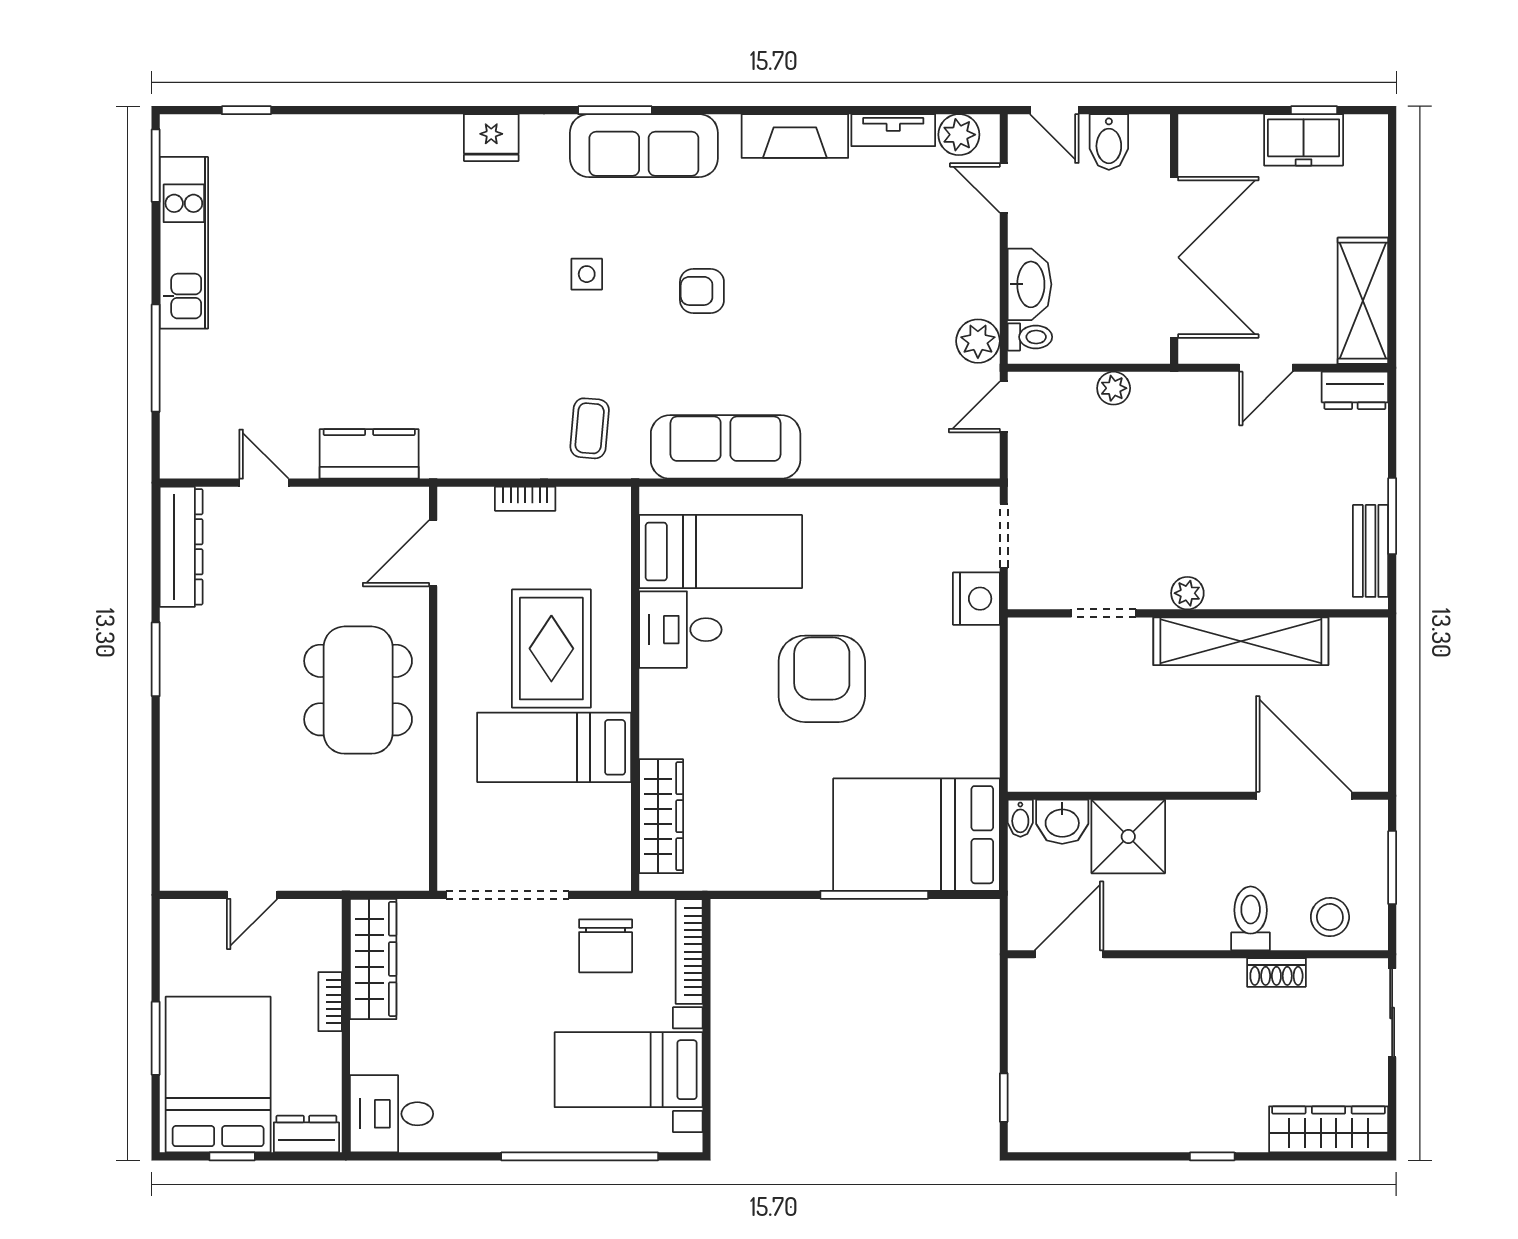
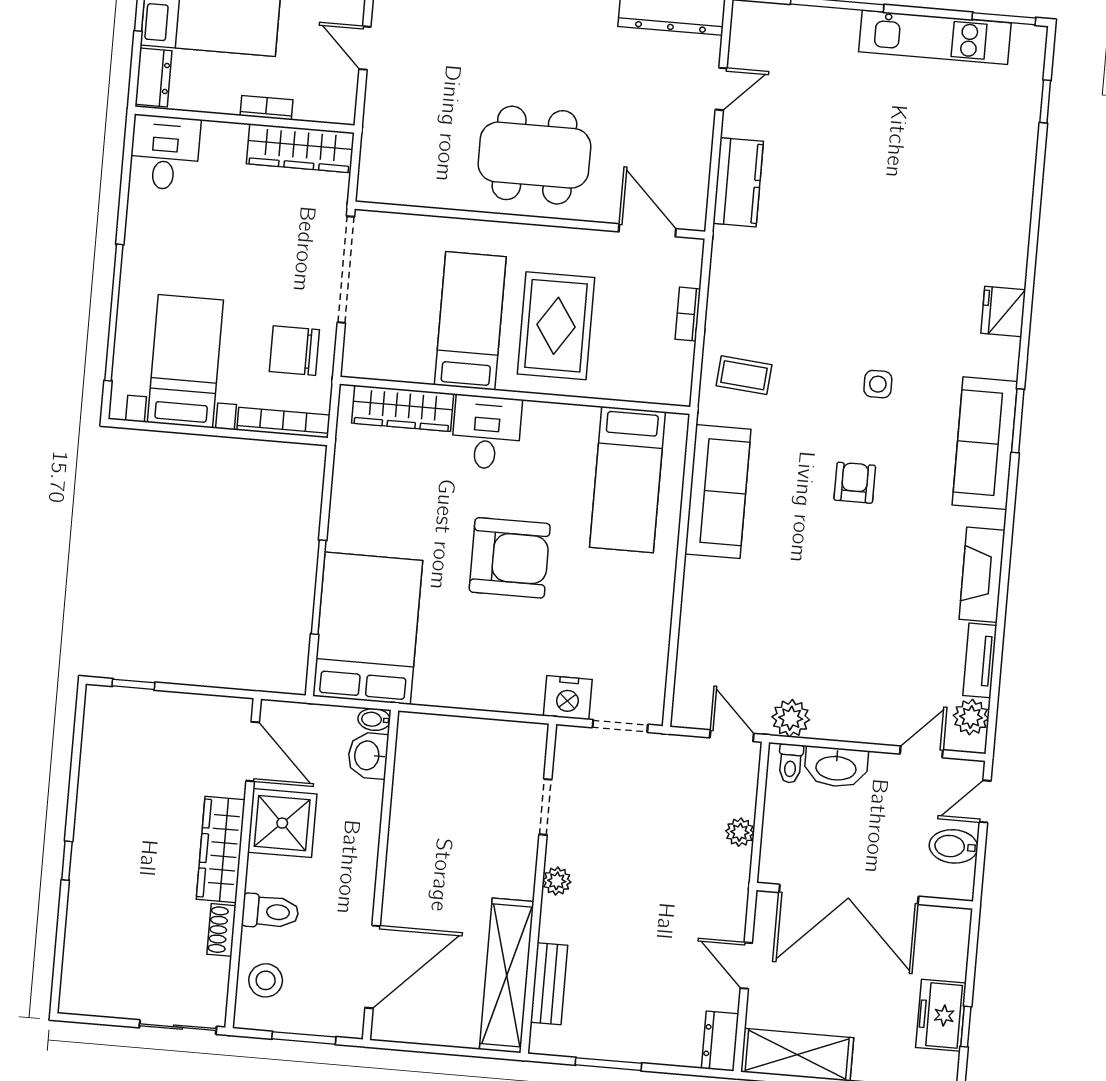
bench: (1371, 551) -> (549, 984), moved, turned 90
desk: (680, 630) -> (486, 432), moved
shelving: (1241, 641) -> (507, 975), moved
rug: (551, 649) -> (556, 326), turned 90
shower: (1128, 837) -> (282, 823), moved
wardrobe: (1329, 1129) -> (221, 849), moved, turned 180

